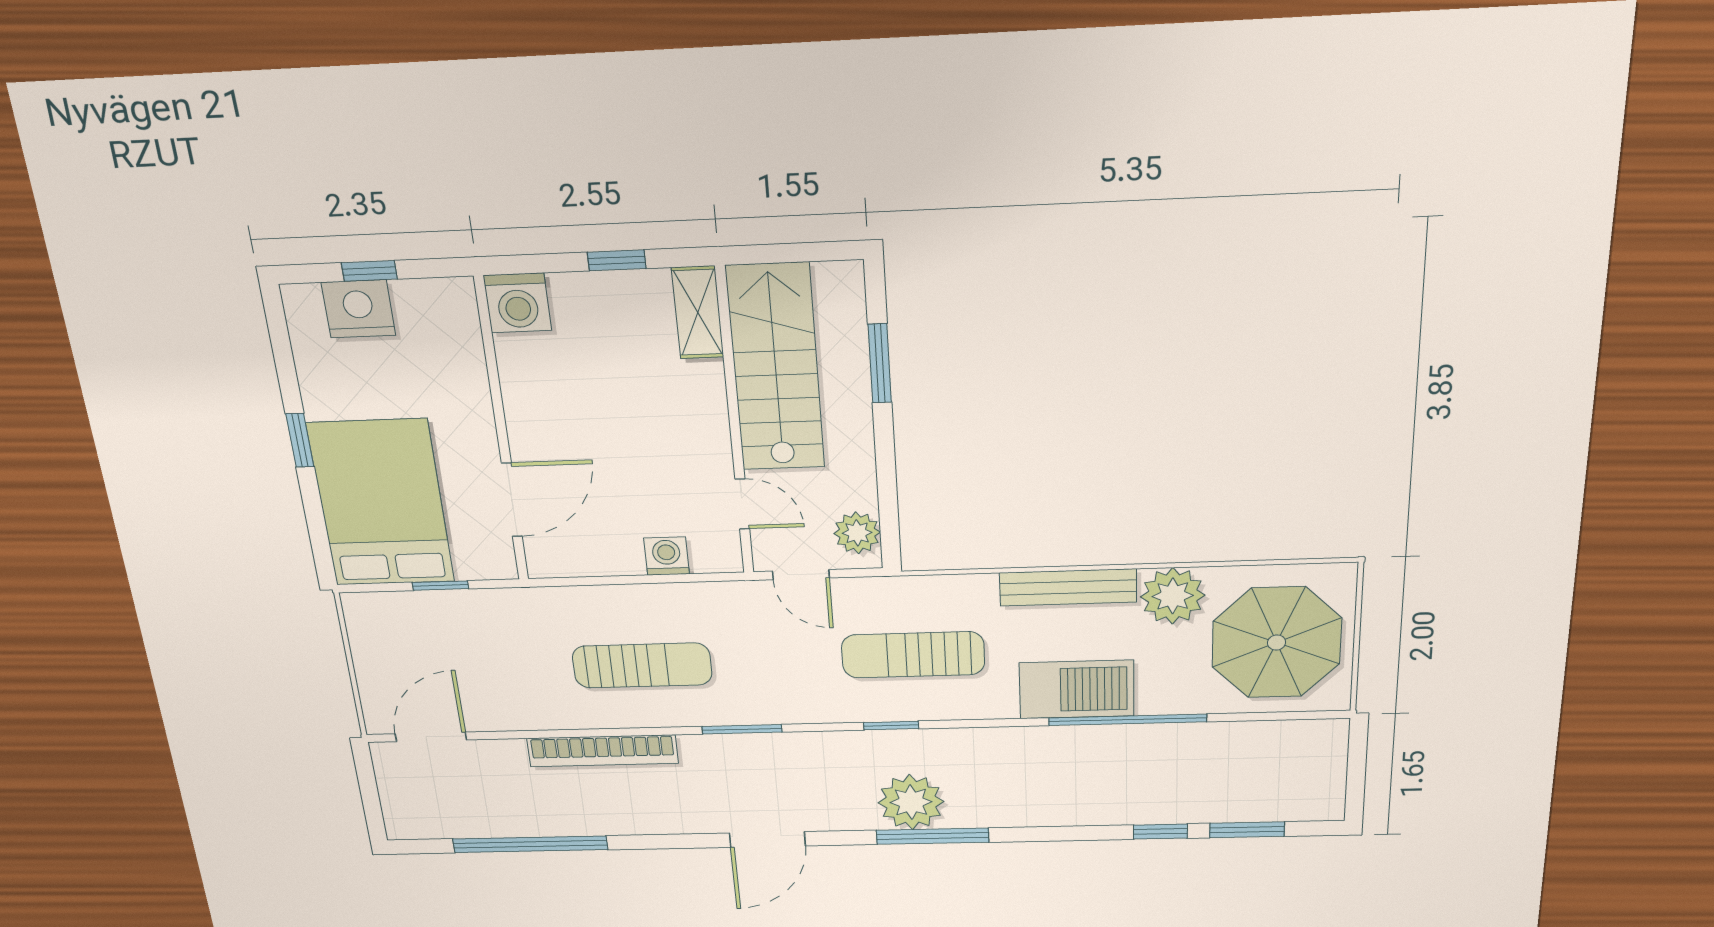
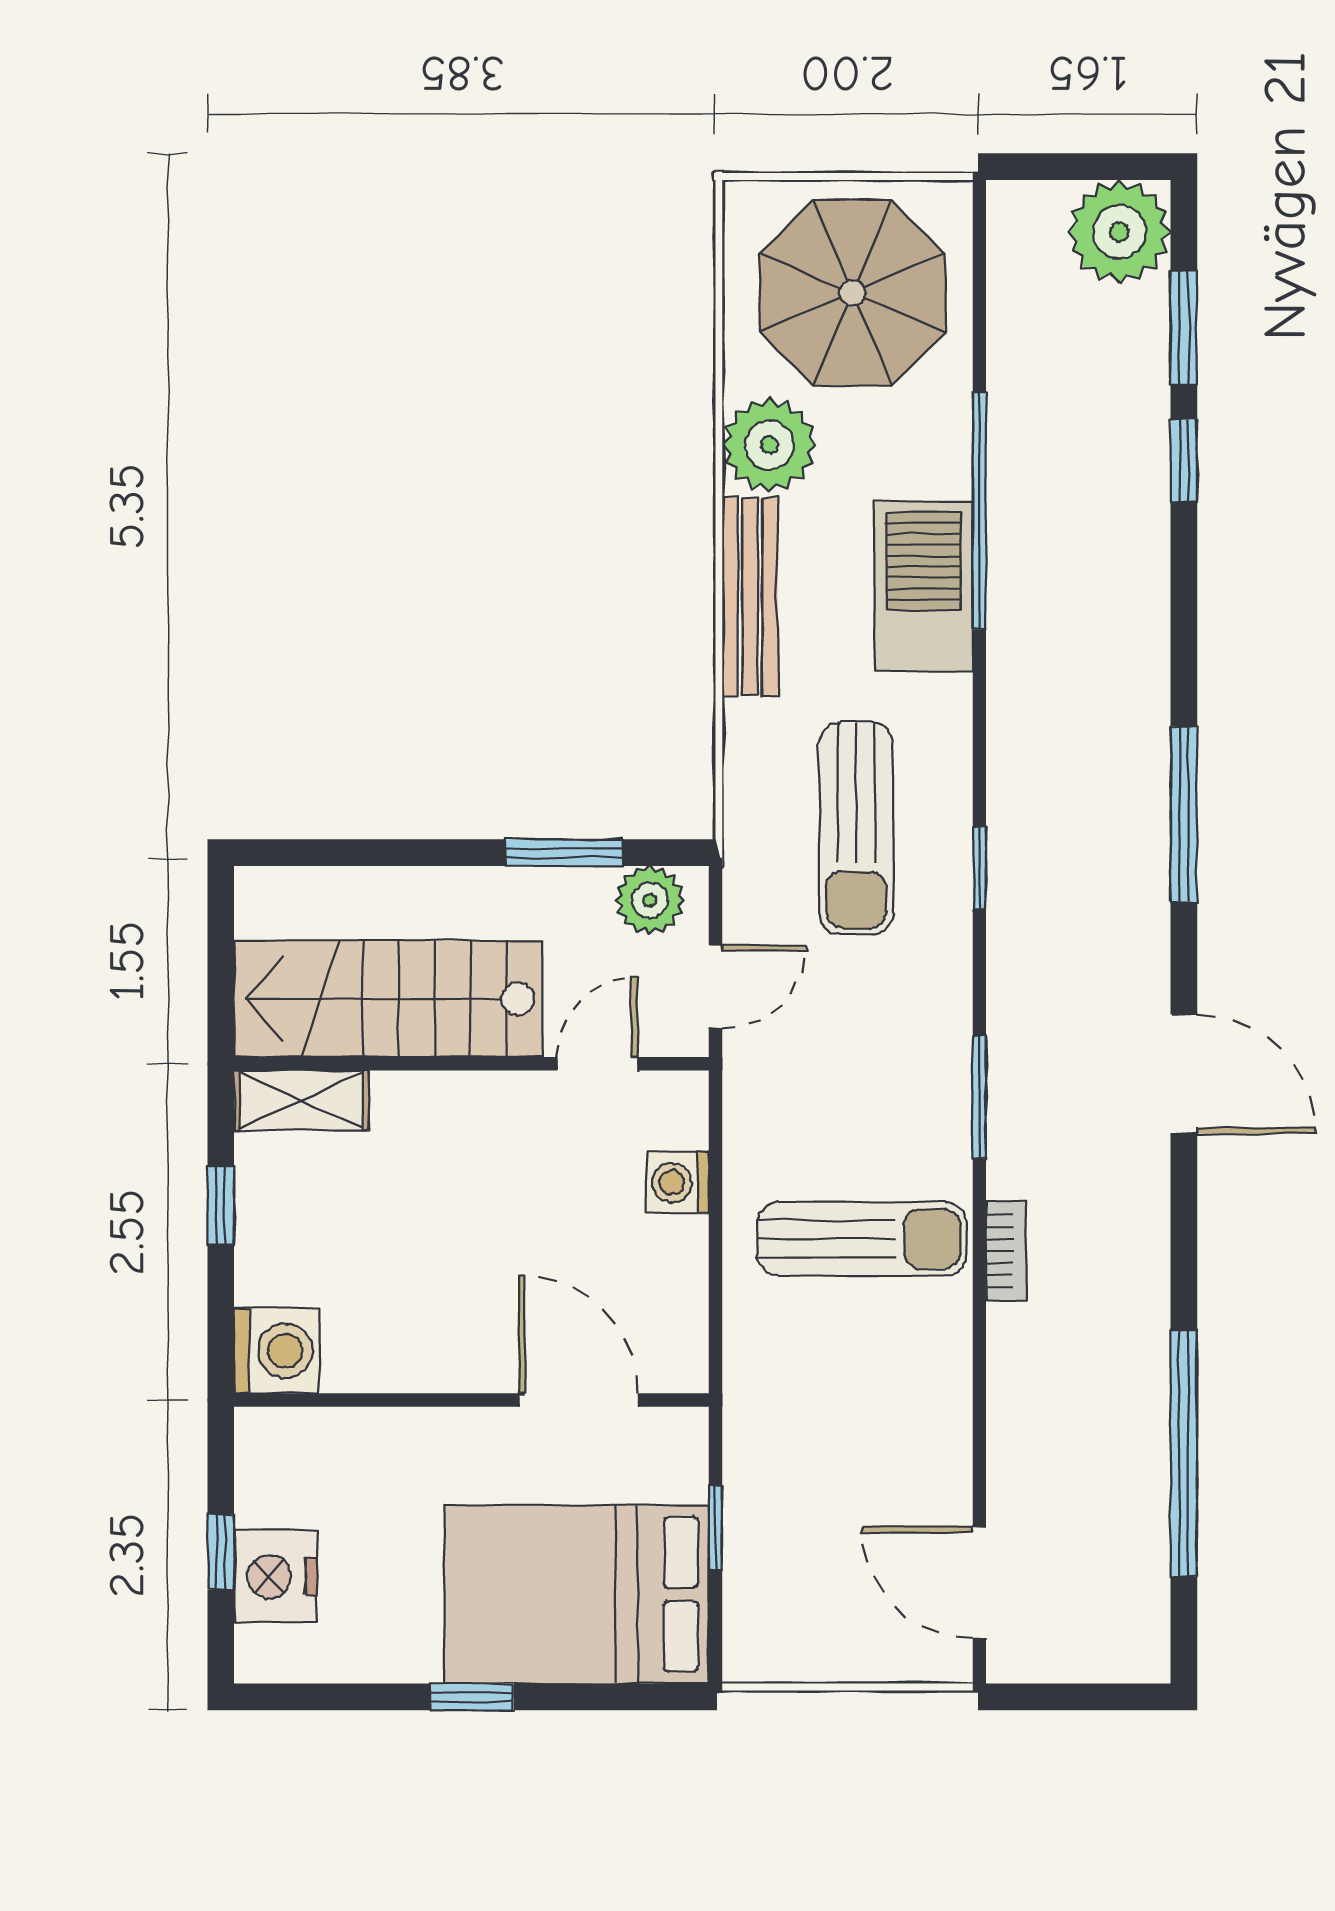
window: (880, 363) -> (564, 853), moved
sun lounger: (642, 665) -> (862, 1239), turned 90
bookcase: (603, 751) -> (1006, 1251), width x0.43, depth x0.76
plant: (911, 802) -> (1119, 232), moved

